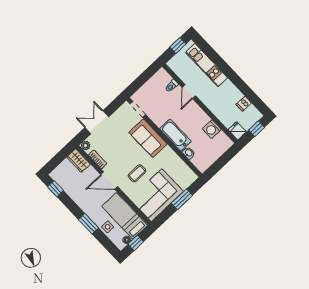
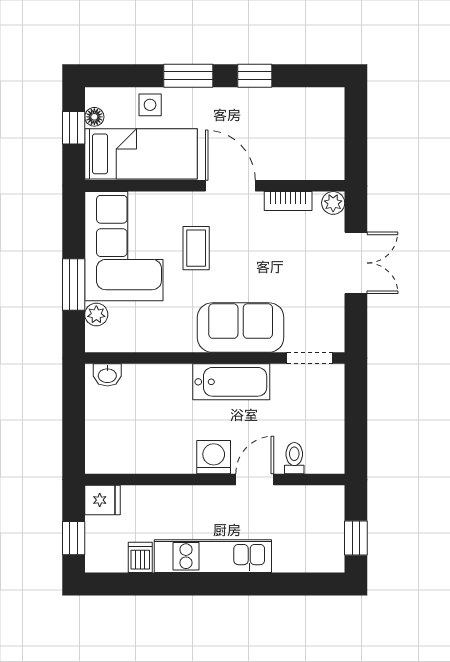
kitchen unit: (206, 65) -> (213, 556), moved
door: (189, 92) -> (255, 480), hinge flipped
washing machine: (212, 129) -> (214, 457), moved
bathtub: (175, 135) -> (231, 382), moved
washbasin: (189, 153) -> (107, 375), moved
wardrobe: (79, 161) -> (318, 165), removed
door: (109, 181) -> (230, 186), hinge flipped
plant: (184, 184) -> (96, 314), added
window: (55, 189) -> (255, 76), moved

